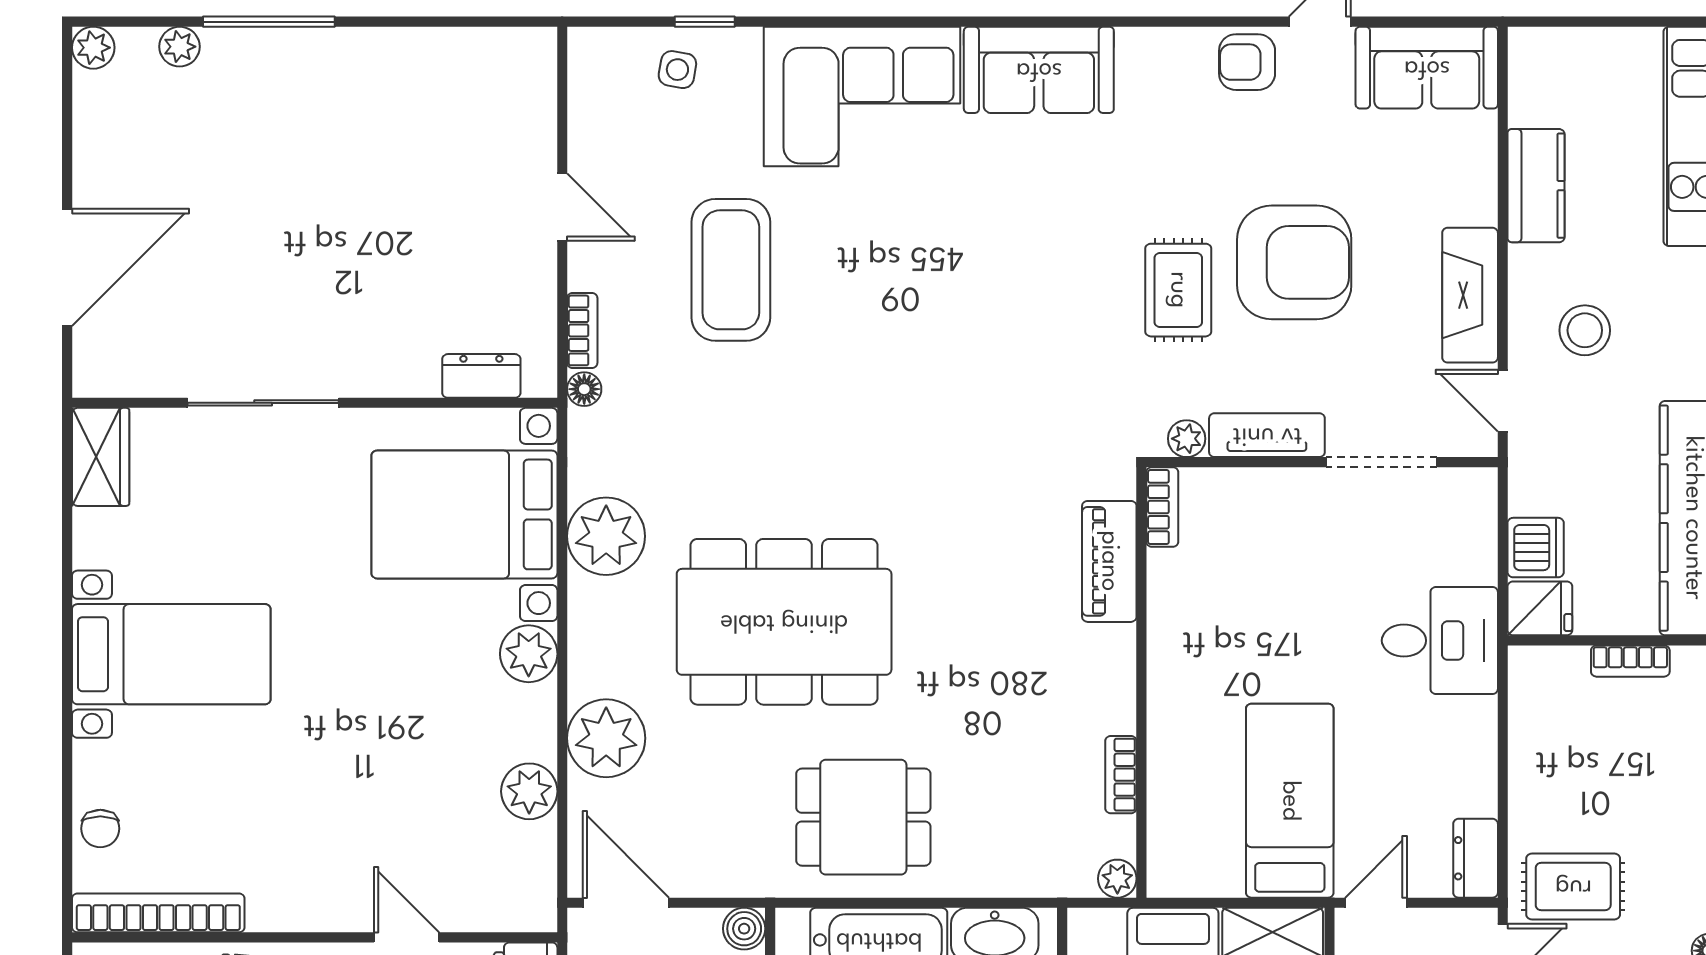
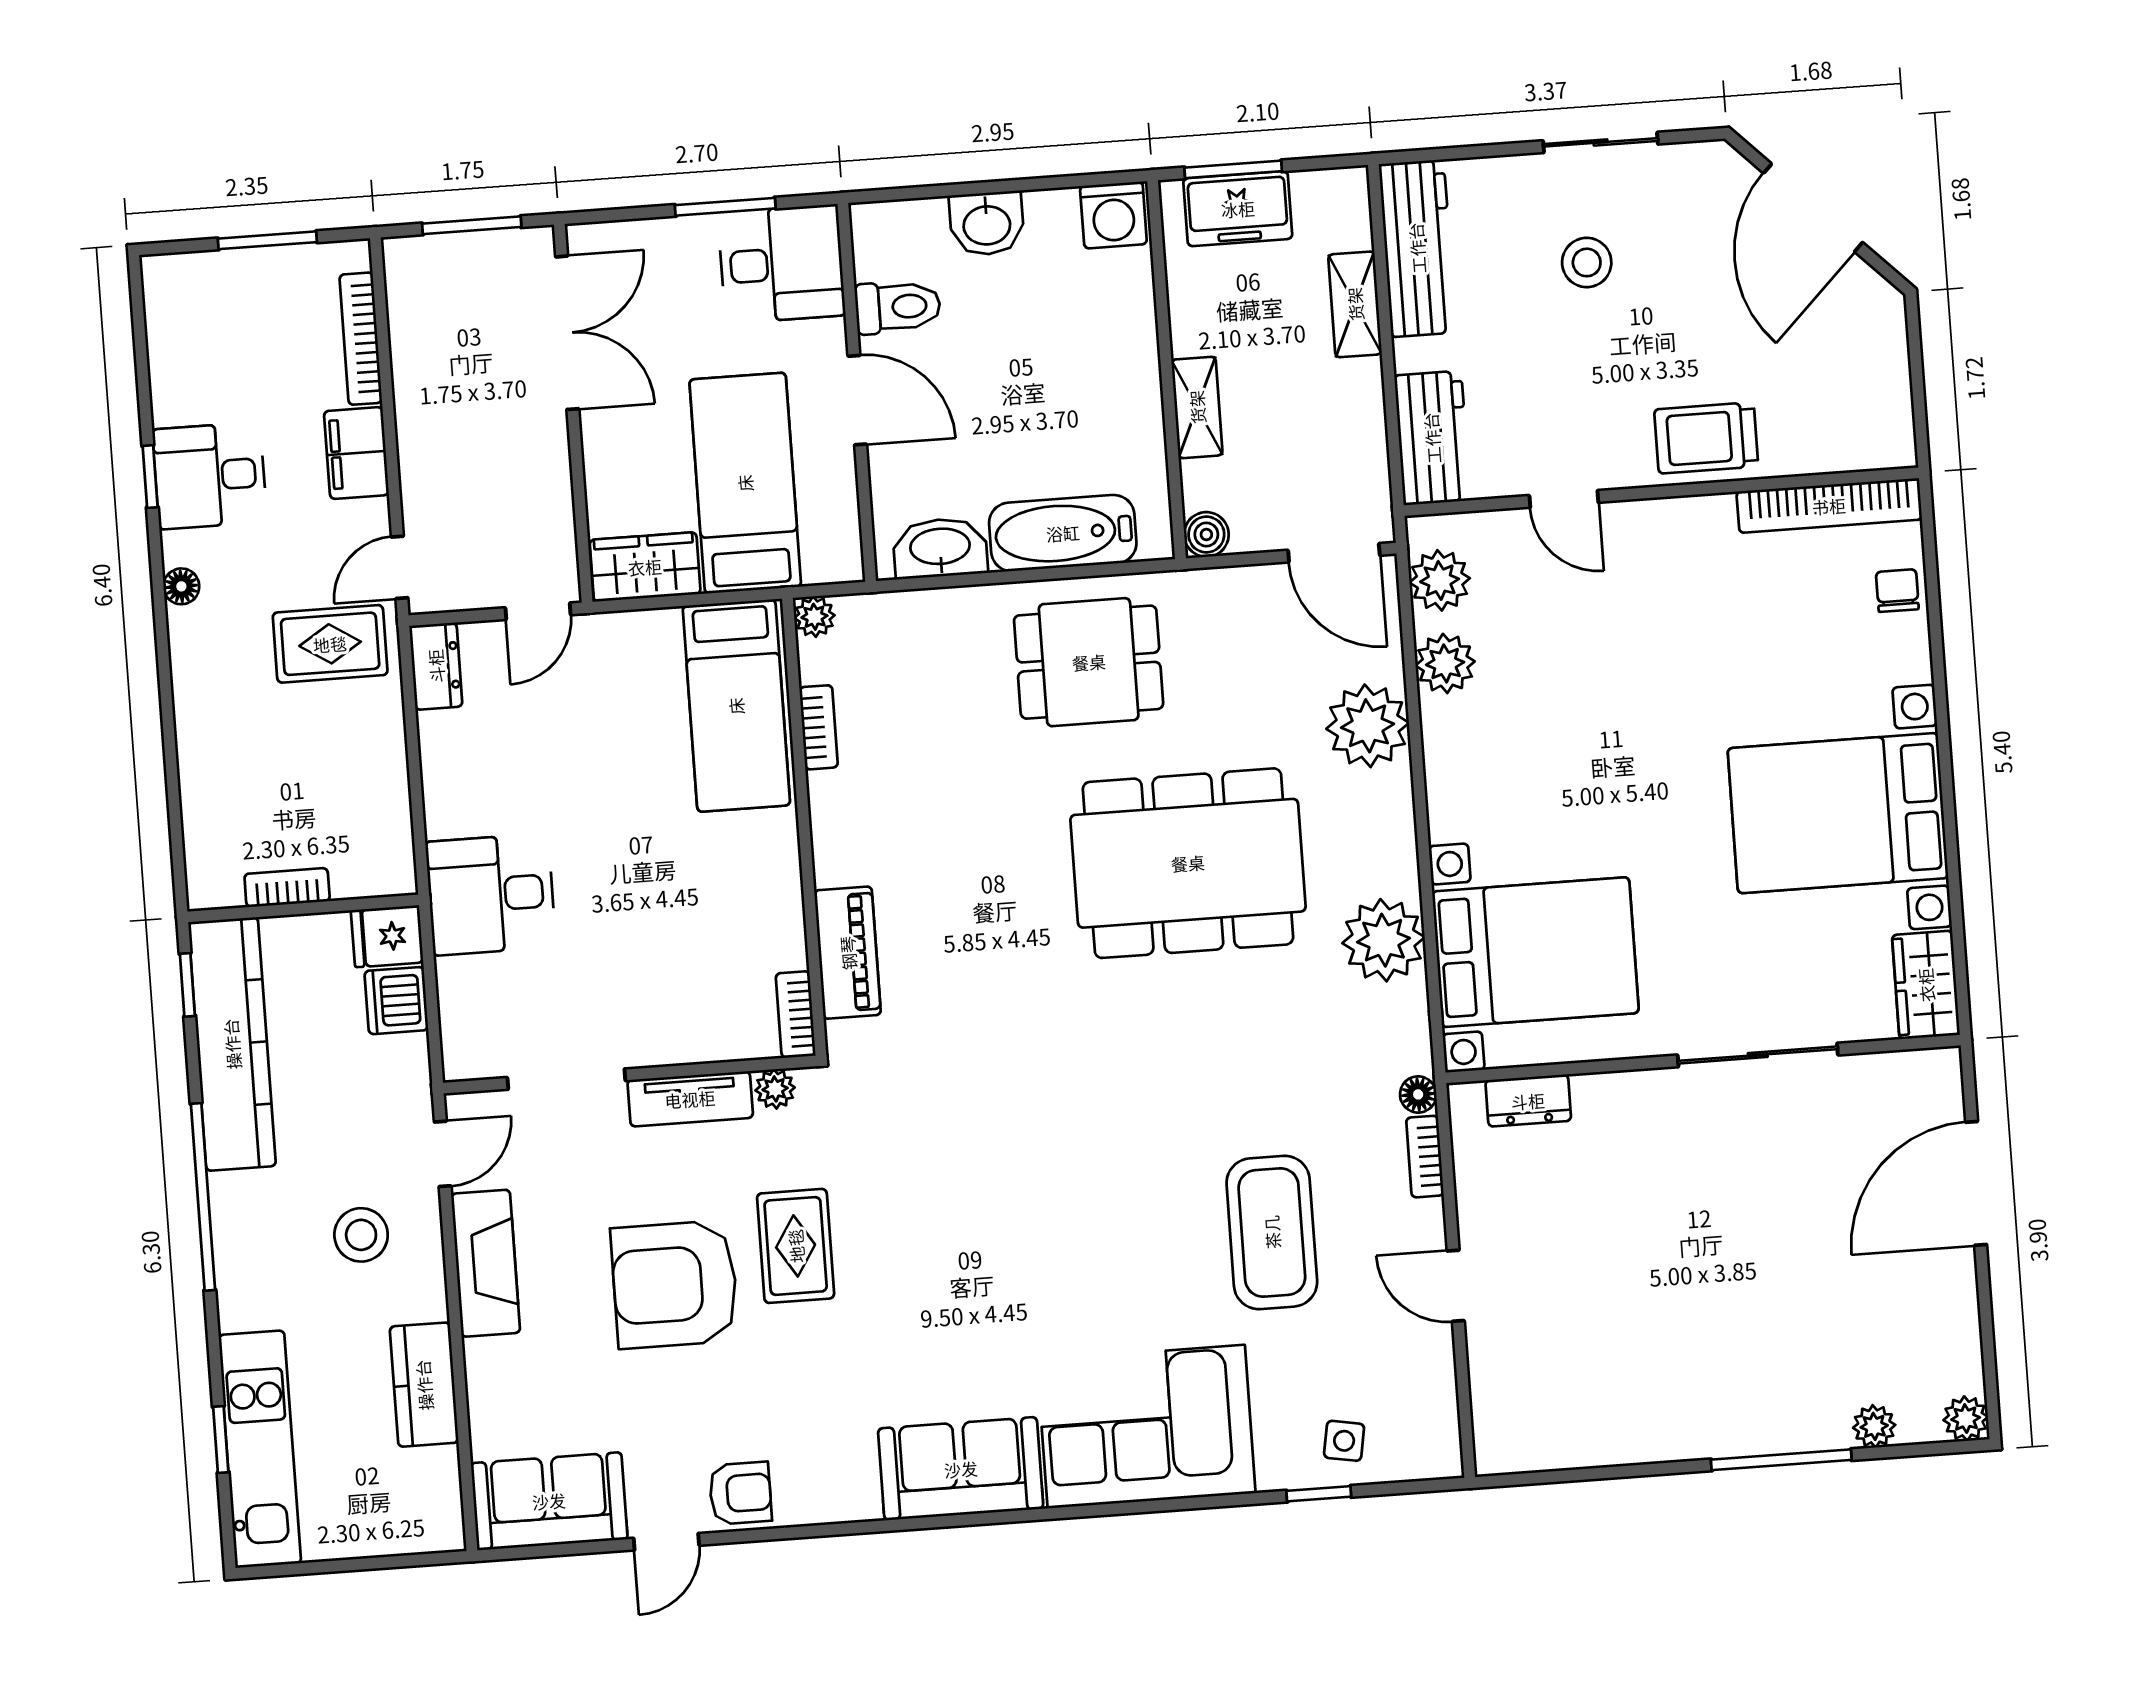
door: (1503, 401) -> (443, 1154), hinge flipped
bed with nightstands: (171, 654) -> (1838, 813), width x1.36
plant: (529, 654) -> (1440, 580), moved
bed: (1290, 801) -> (736, 706), moved

